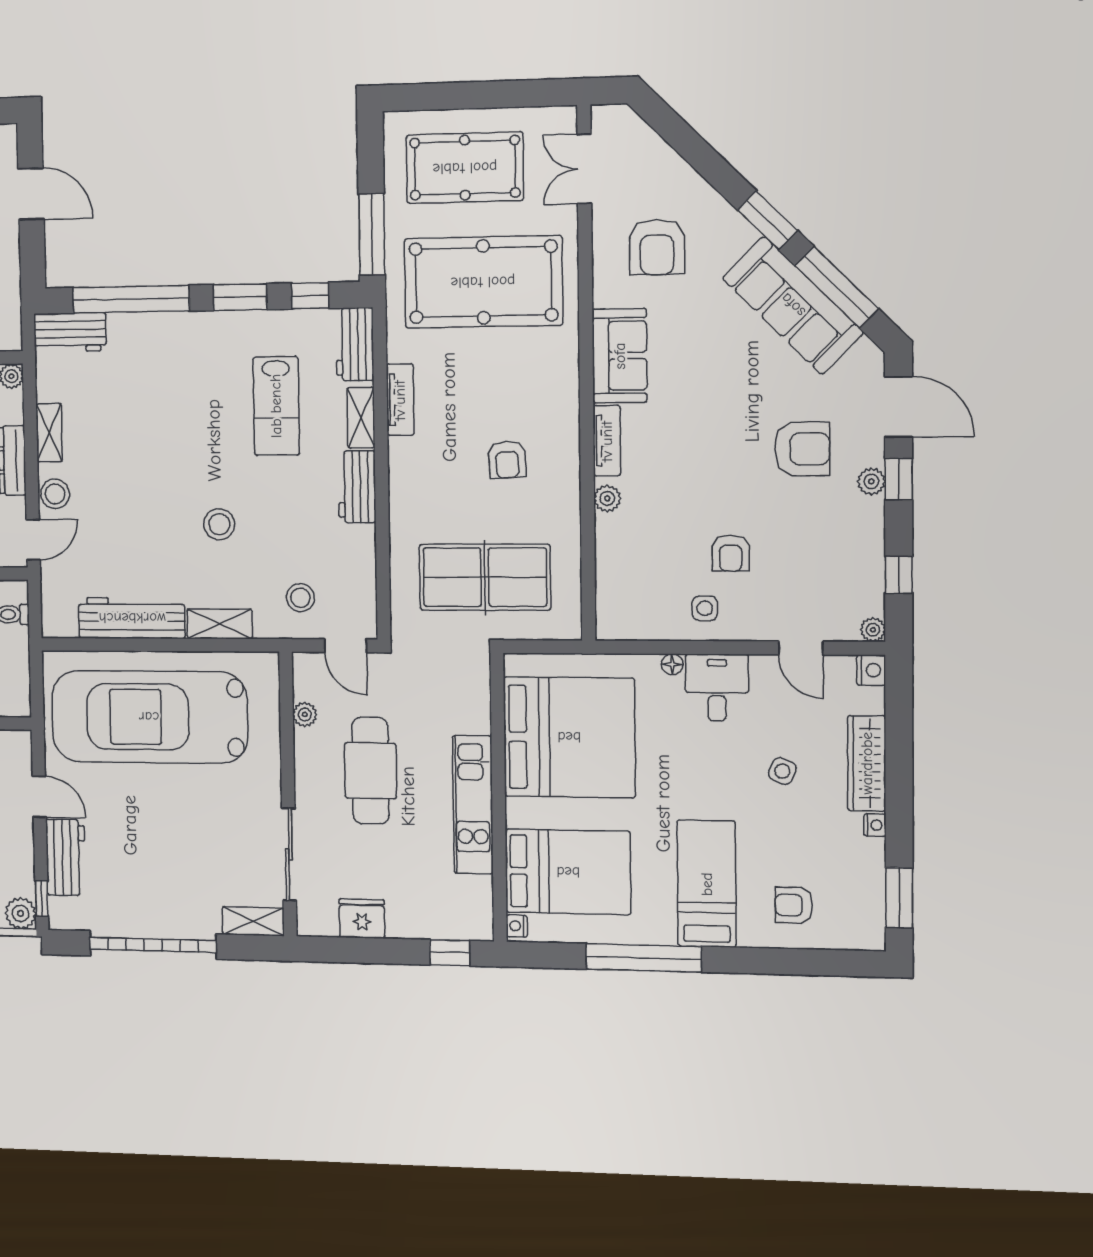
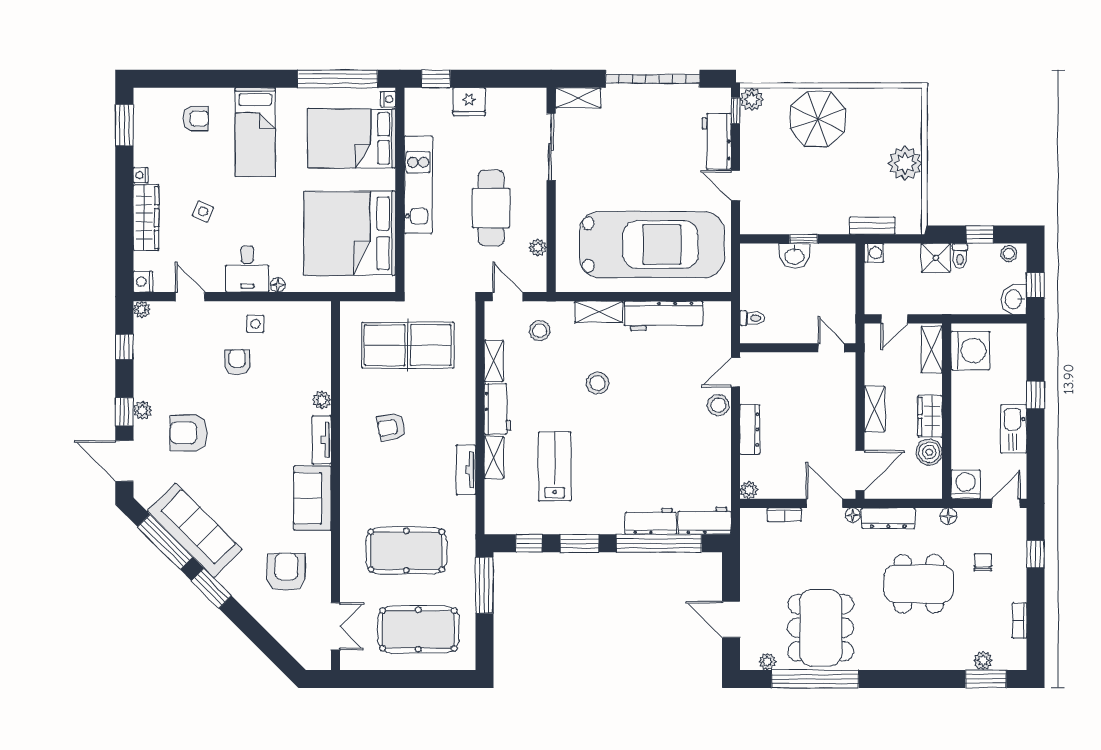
pool table: (483, 282) -> (406, 551), width x0.73, depth x0.76
workbench: (355, 344) -> (651, 521), moved, turned -90
shelving: (49, 433) -> (494, 361), moved
armchair: (507, 460) -> (391, 427), turned -97
fridge: (362, 919) -> (469, 102), moved
window: (644, 958) -> (338, 79), moved

